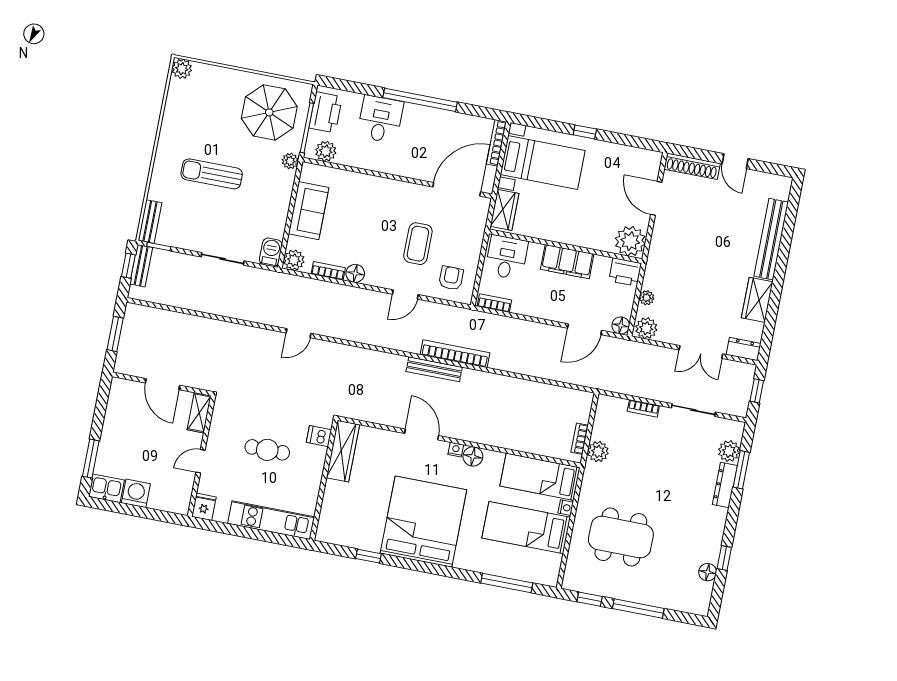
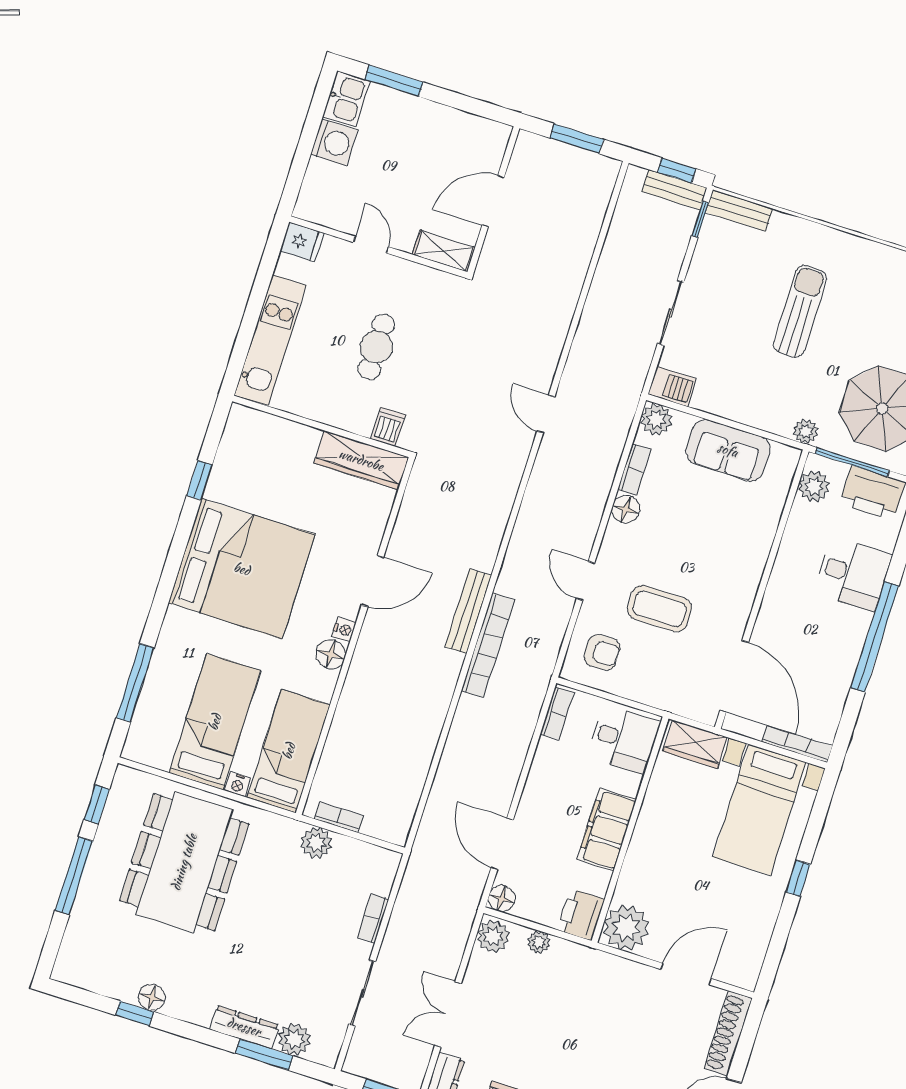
dining table: (621, 537) -> (184, 862), width x1.36, depth x1.24
floor lamp: (708, 572) -> (152, 997), moved

